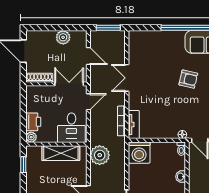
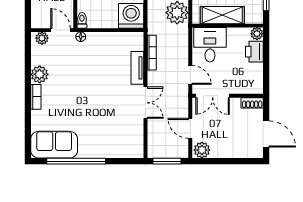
plant: (63, 37) -> (202, 150), moved
shoe rack: (39, 78) -> (252, 103), width x0.70
armchair: (188, 79) -> (74, 101), removed
door: (88, 102) -> (190, 75), swing flipped
tv unit: (134, 125) -> (137, 68), moved

